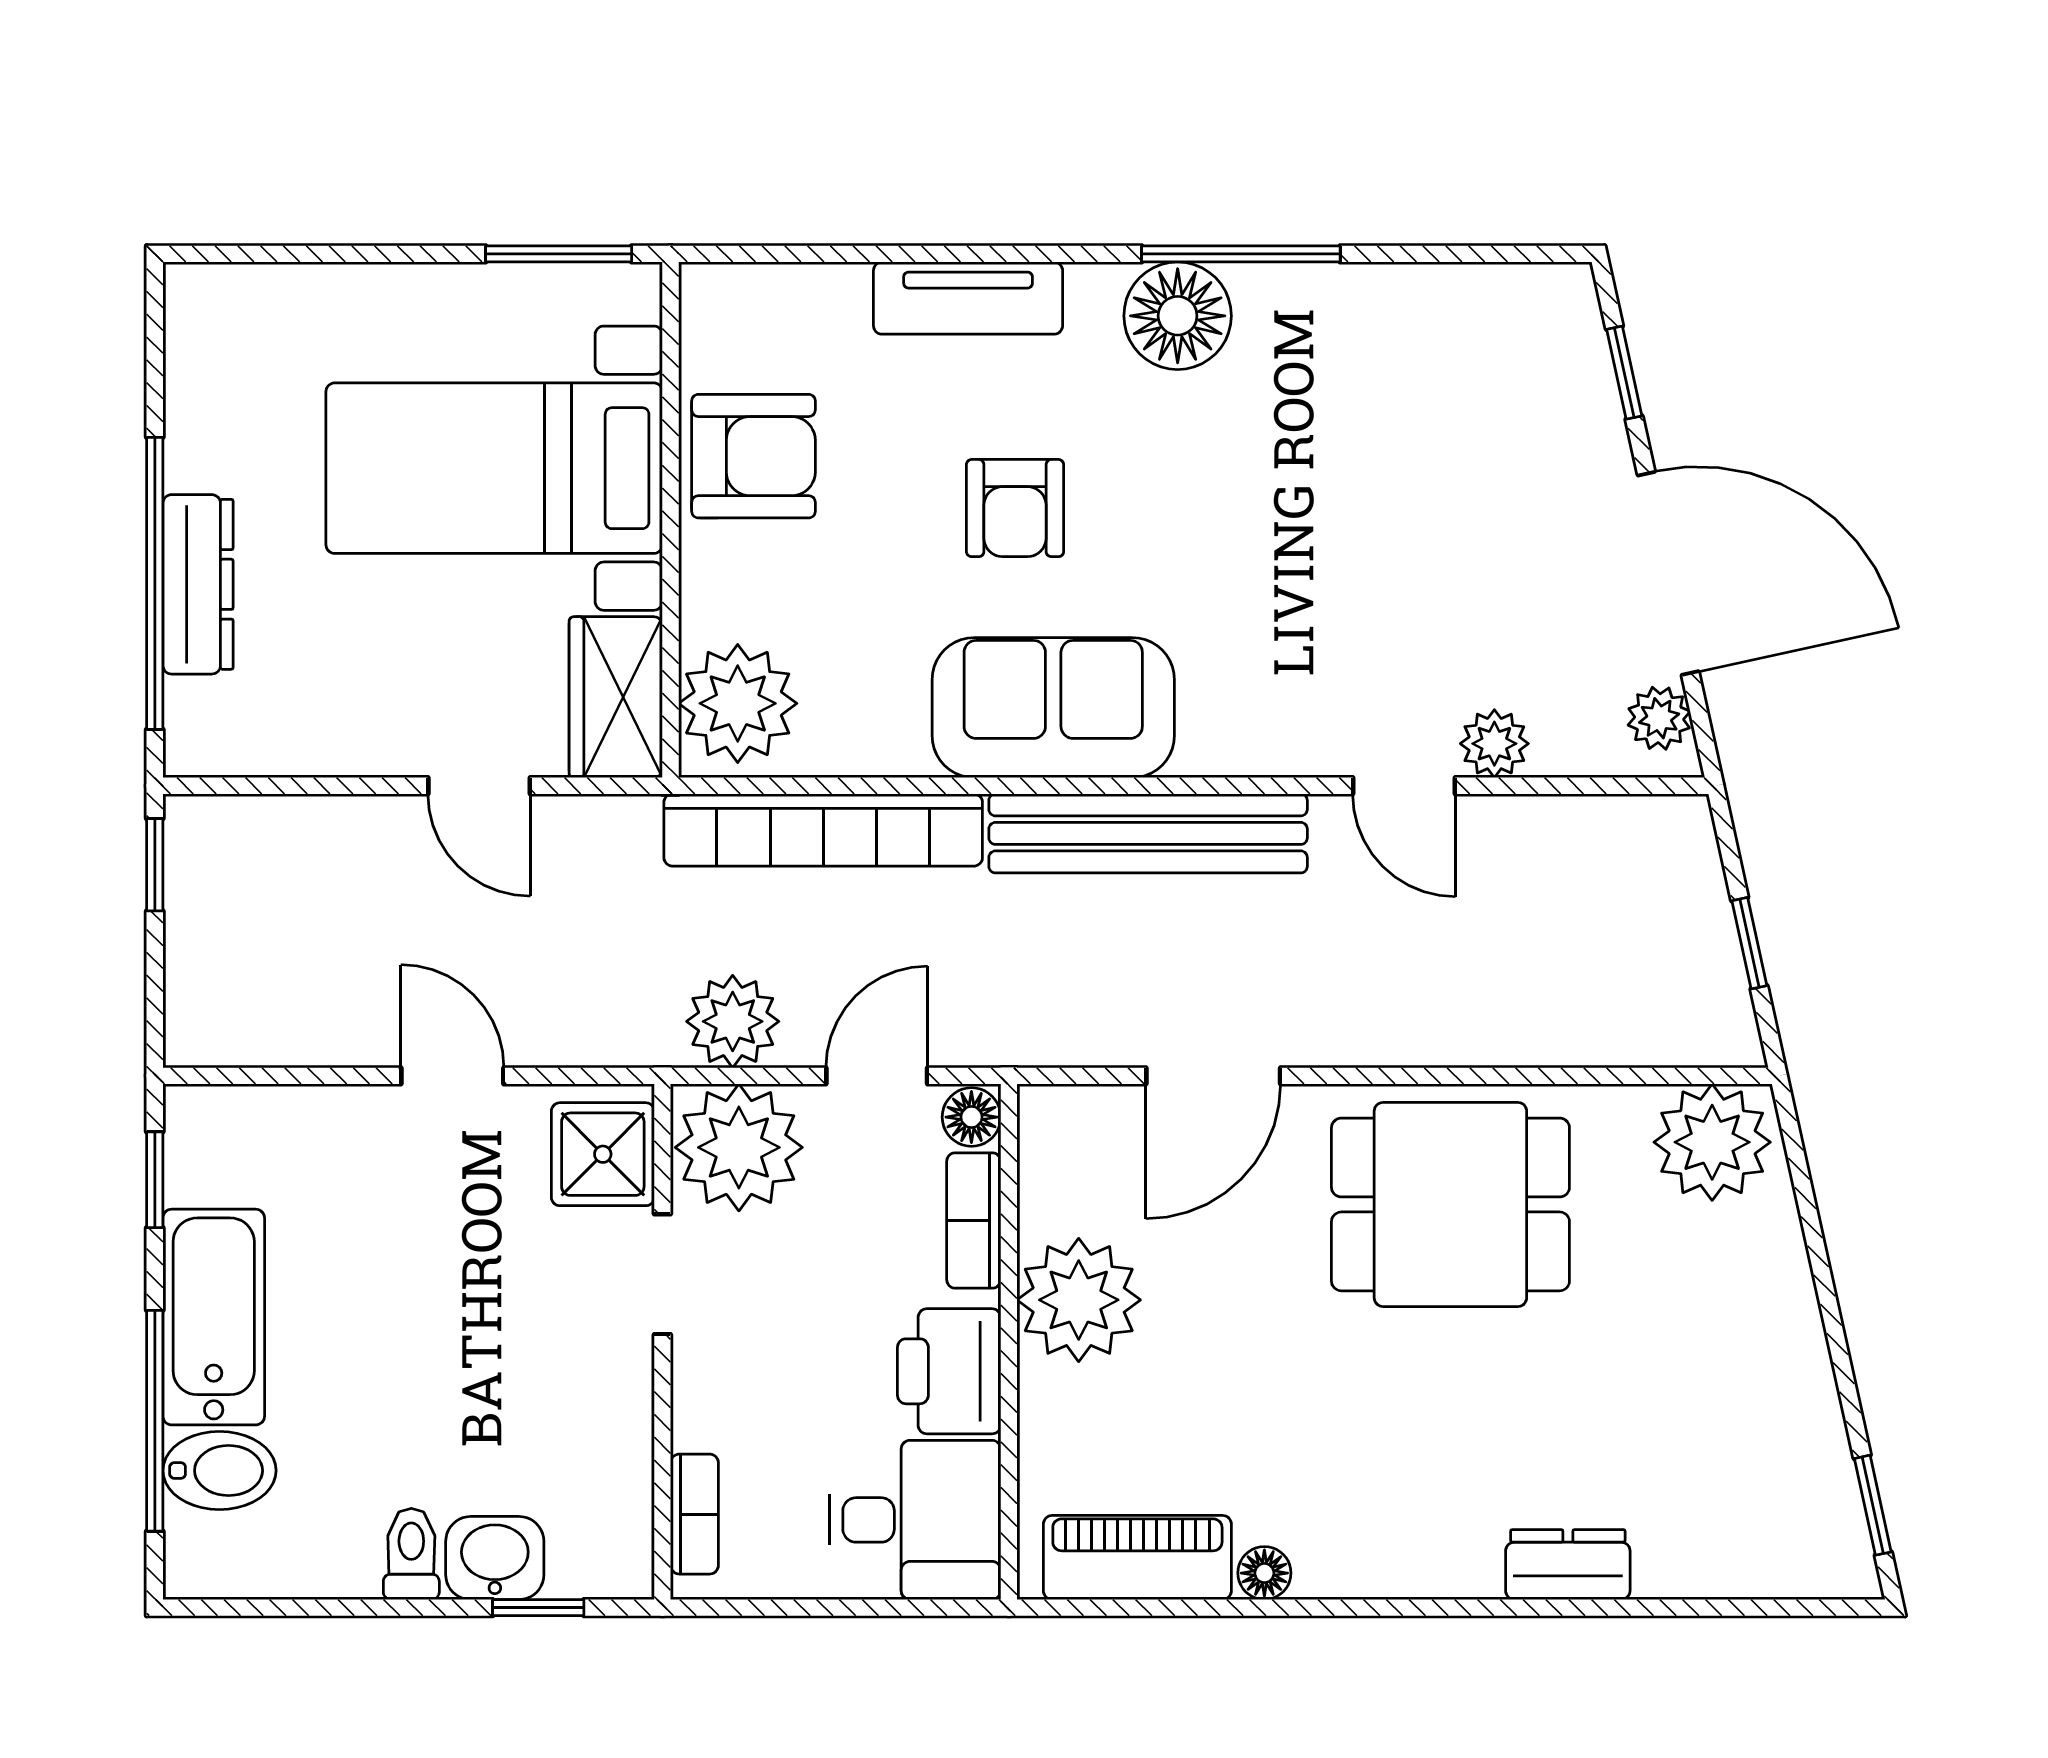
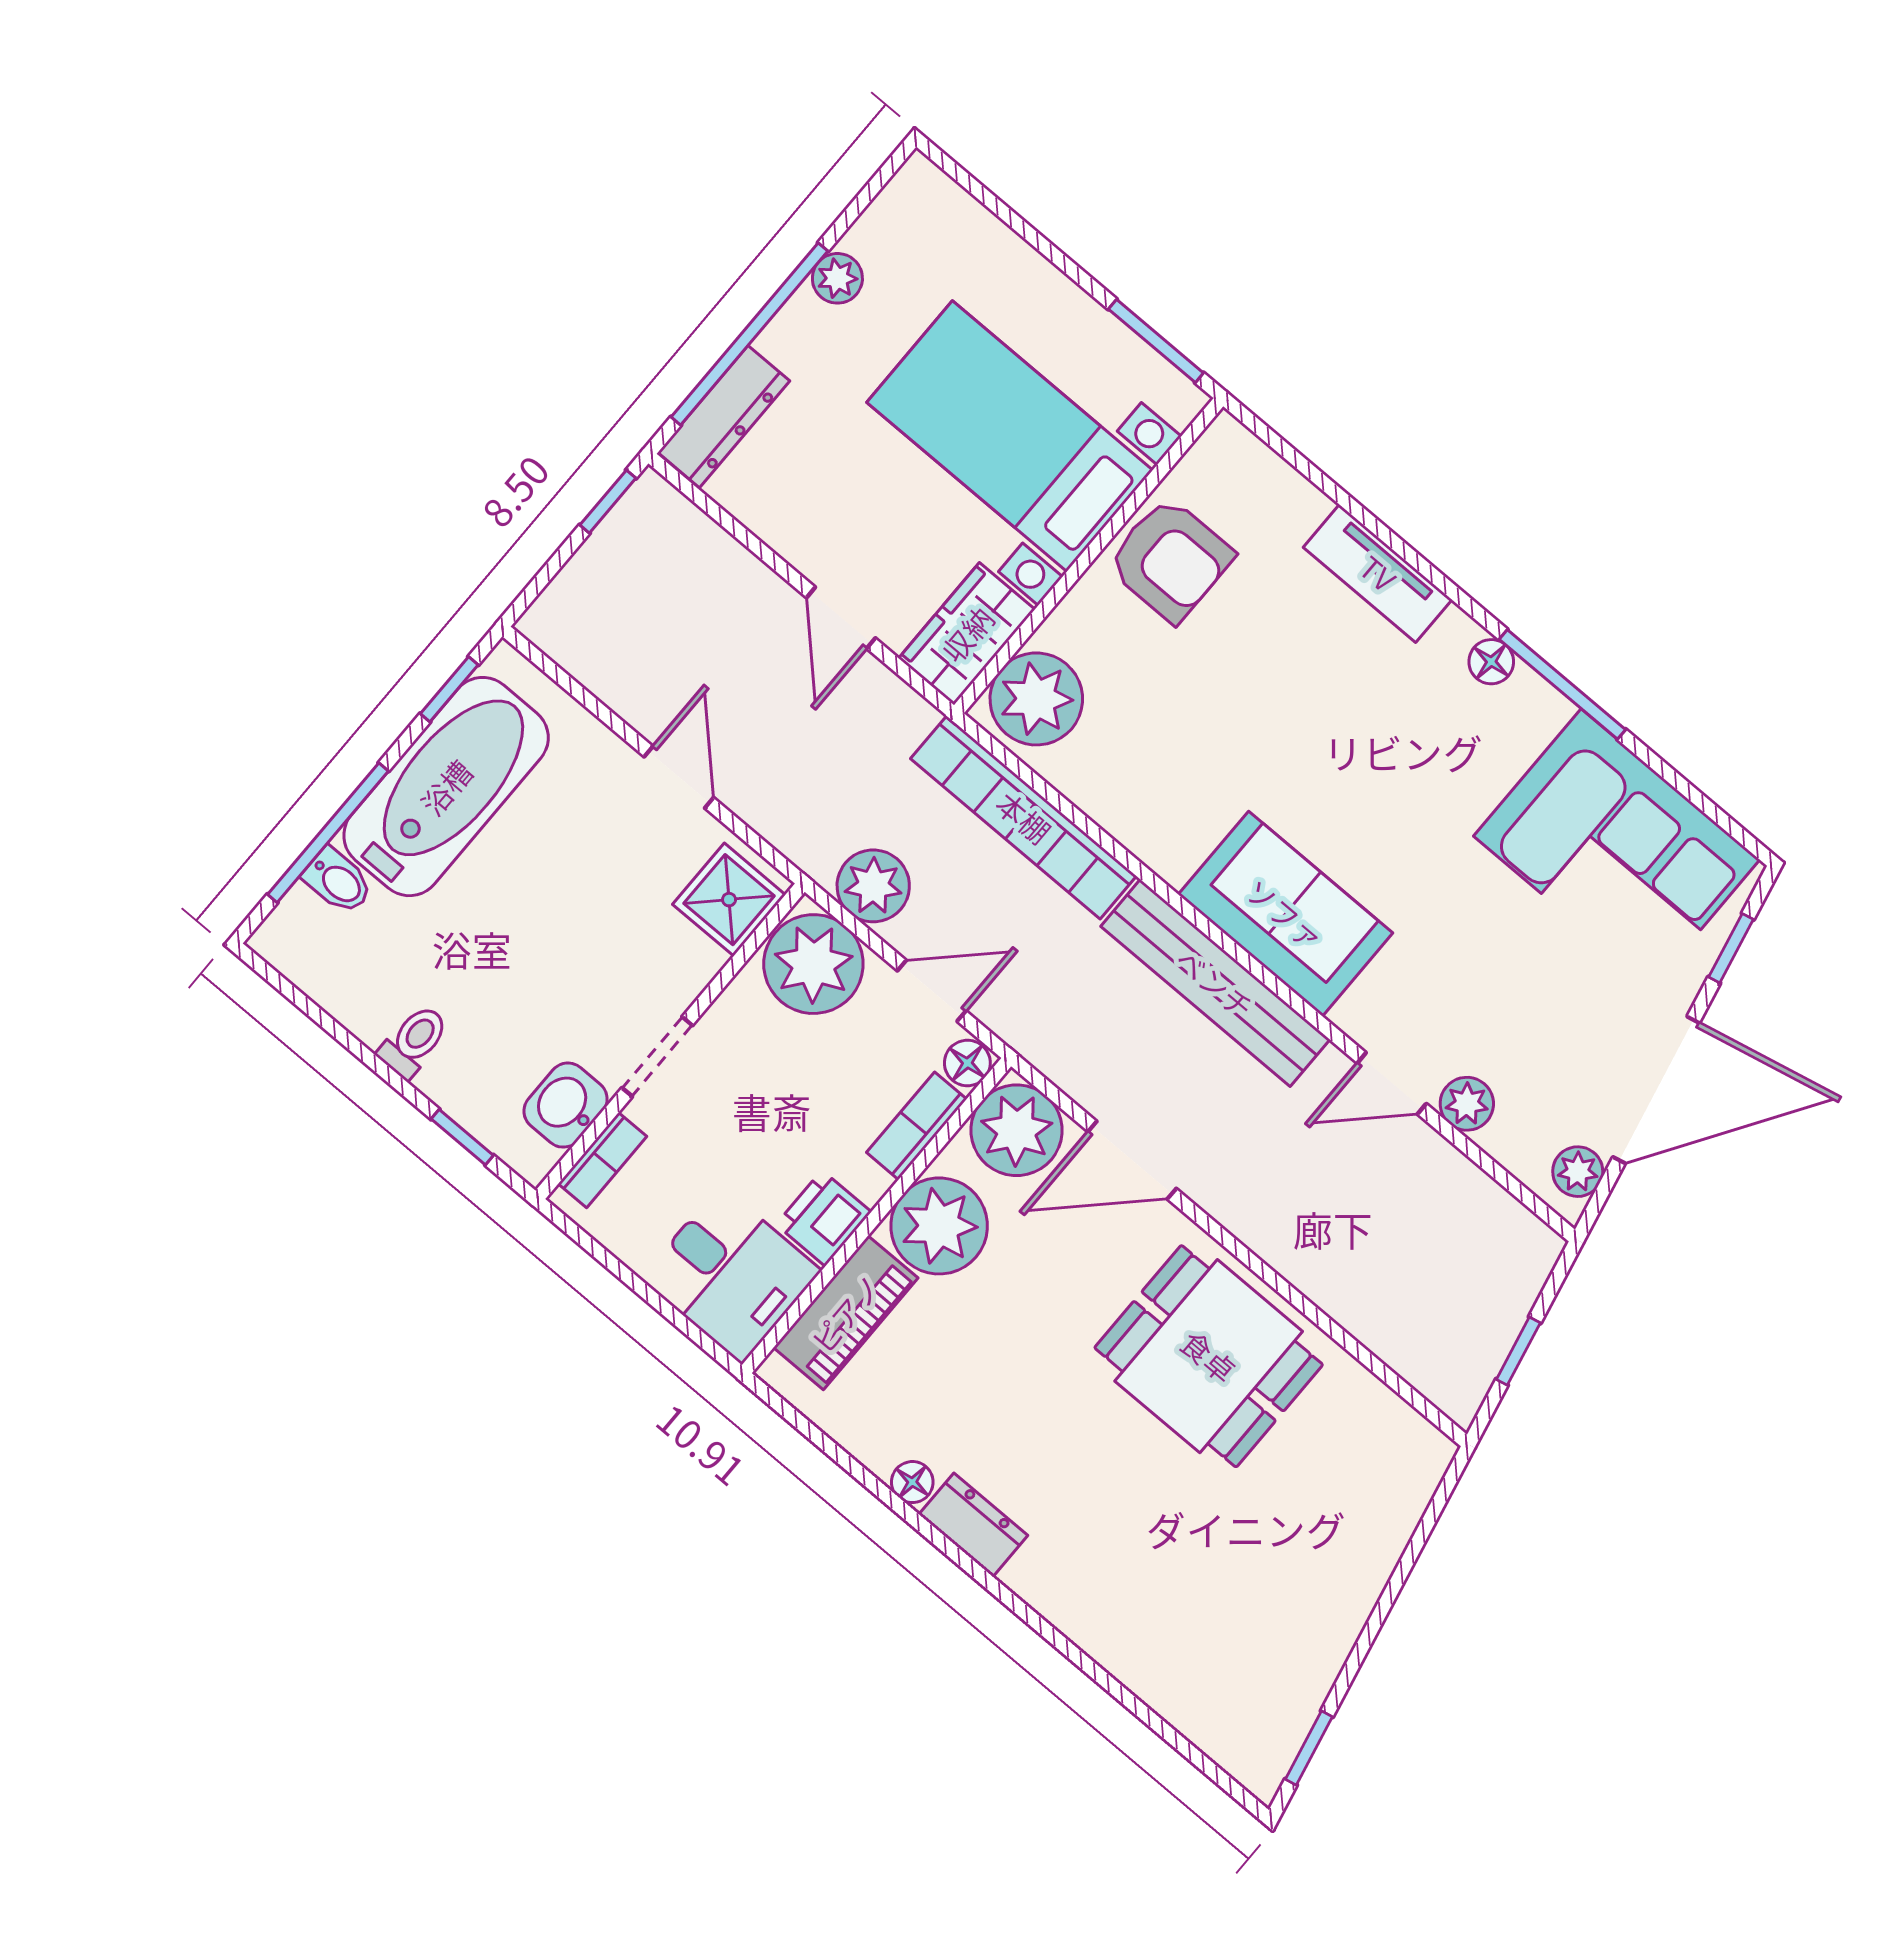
floor lamp: (1178, 316) -> (1491, 662), width x0.53, depth x0.53
corner sofa: (1429, 369) -> (1617, 848), added
plant: (195, 456) -> (837, 278), added
armchair: (1015, 508) -> (1300, 722), removed
door: (1668, 573) -> (1656, 1090), hinge flipped
dresser: (198, 584) -> (724, 417), moved
sofa: (1053, 708) -> (1285, 914), moved
door: (1404, 786) -> (1392, 1083), hinge flipped
plant: (1712, 1142) -> (1017, 1130), moved
doorway: (662, 1274) -> (657, 1057), moved
bathtub: (214, 1317) -> (446, 787), width x1.36, depth x1.36
printer: (949, 1371) -> (824, 1218), width x0.73, depth x0.81
bidet: (219, 1471) -> (338, 881), width x0.72, depth x0.74
washbasin: (495, 1558) -> (566, 1105), moved, turned -90
piano: (1137, 1558) -> (846, 1313), moved, turned 90
dresser: (1568, 1565) -> (973, 1525), moved

